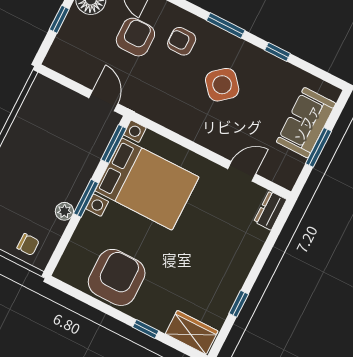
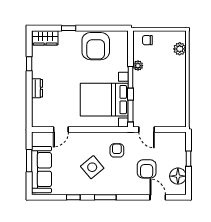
armchair: (182, 41) -> (117, 150), moved, turned -90
sofa: (306, 123) -> (41, 170), width x1.36
dresser: (270, 211) -> (37, 88), moved

